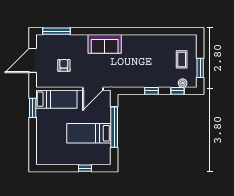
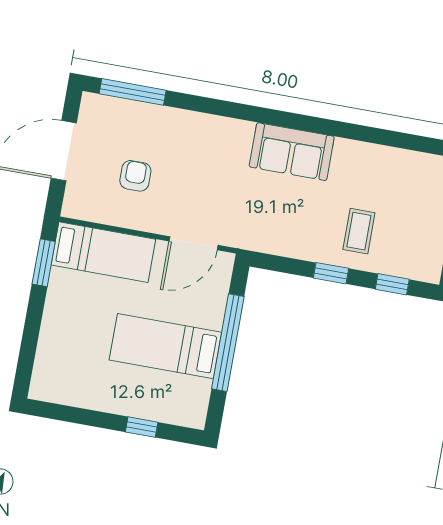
sofa: (105, 44) -> (292, 152), moved
coffee table: (182, 59) -> (359, 231), moved
plant: (183, 83) -> (408, 268), removed

